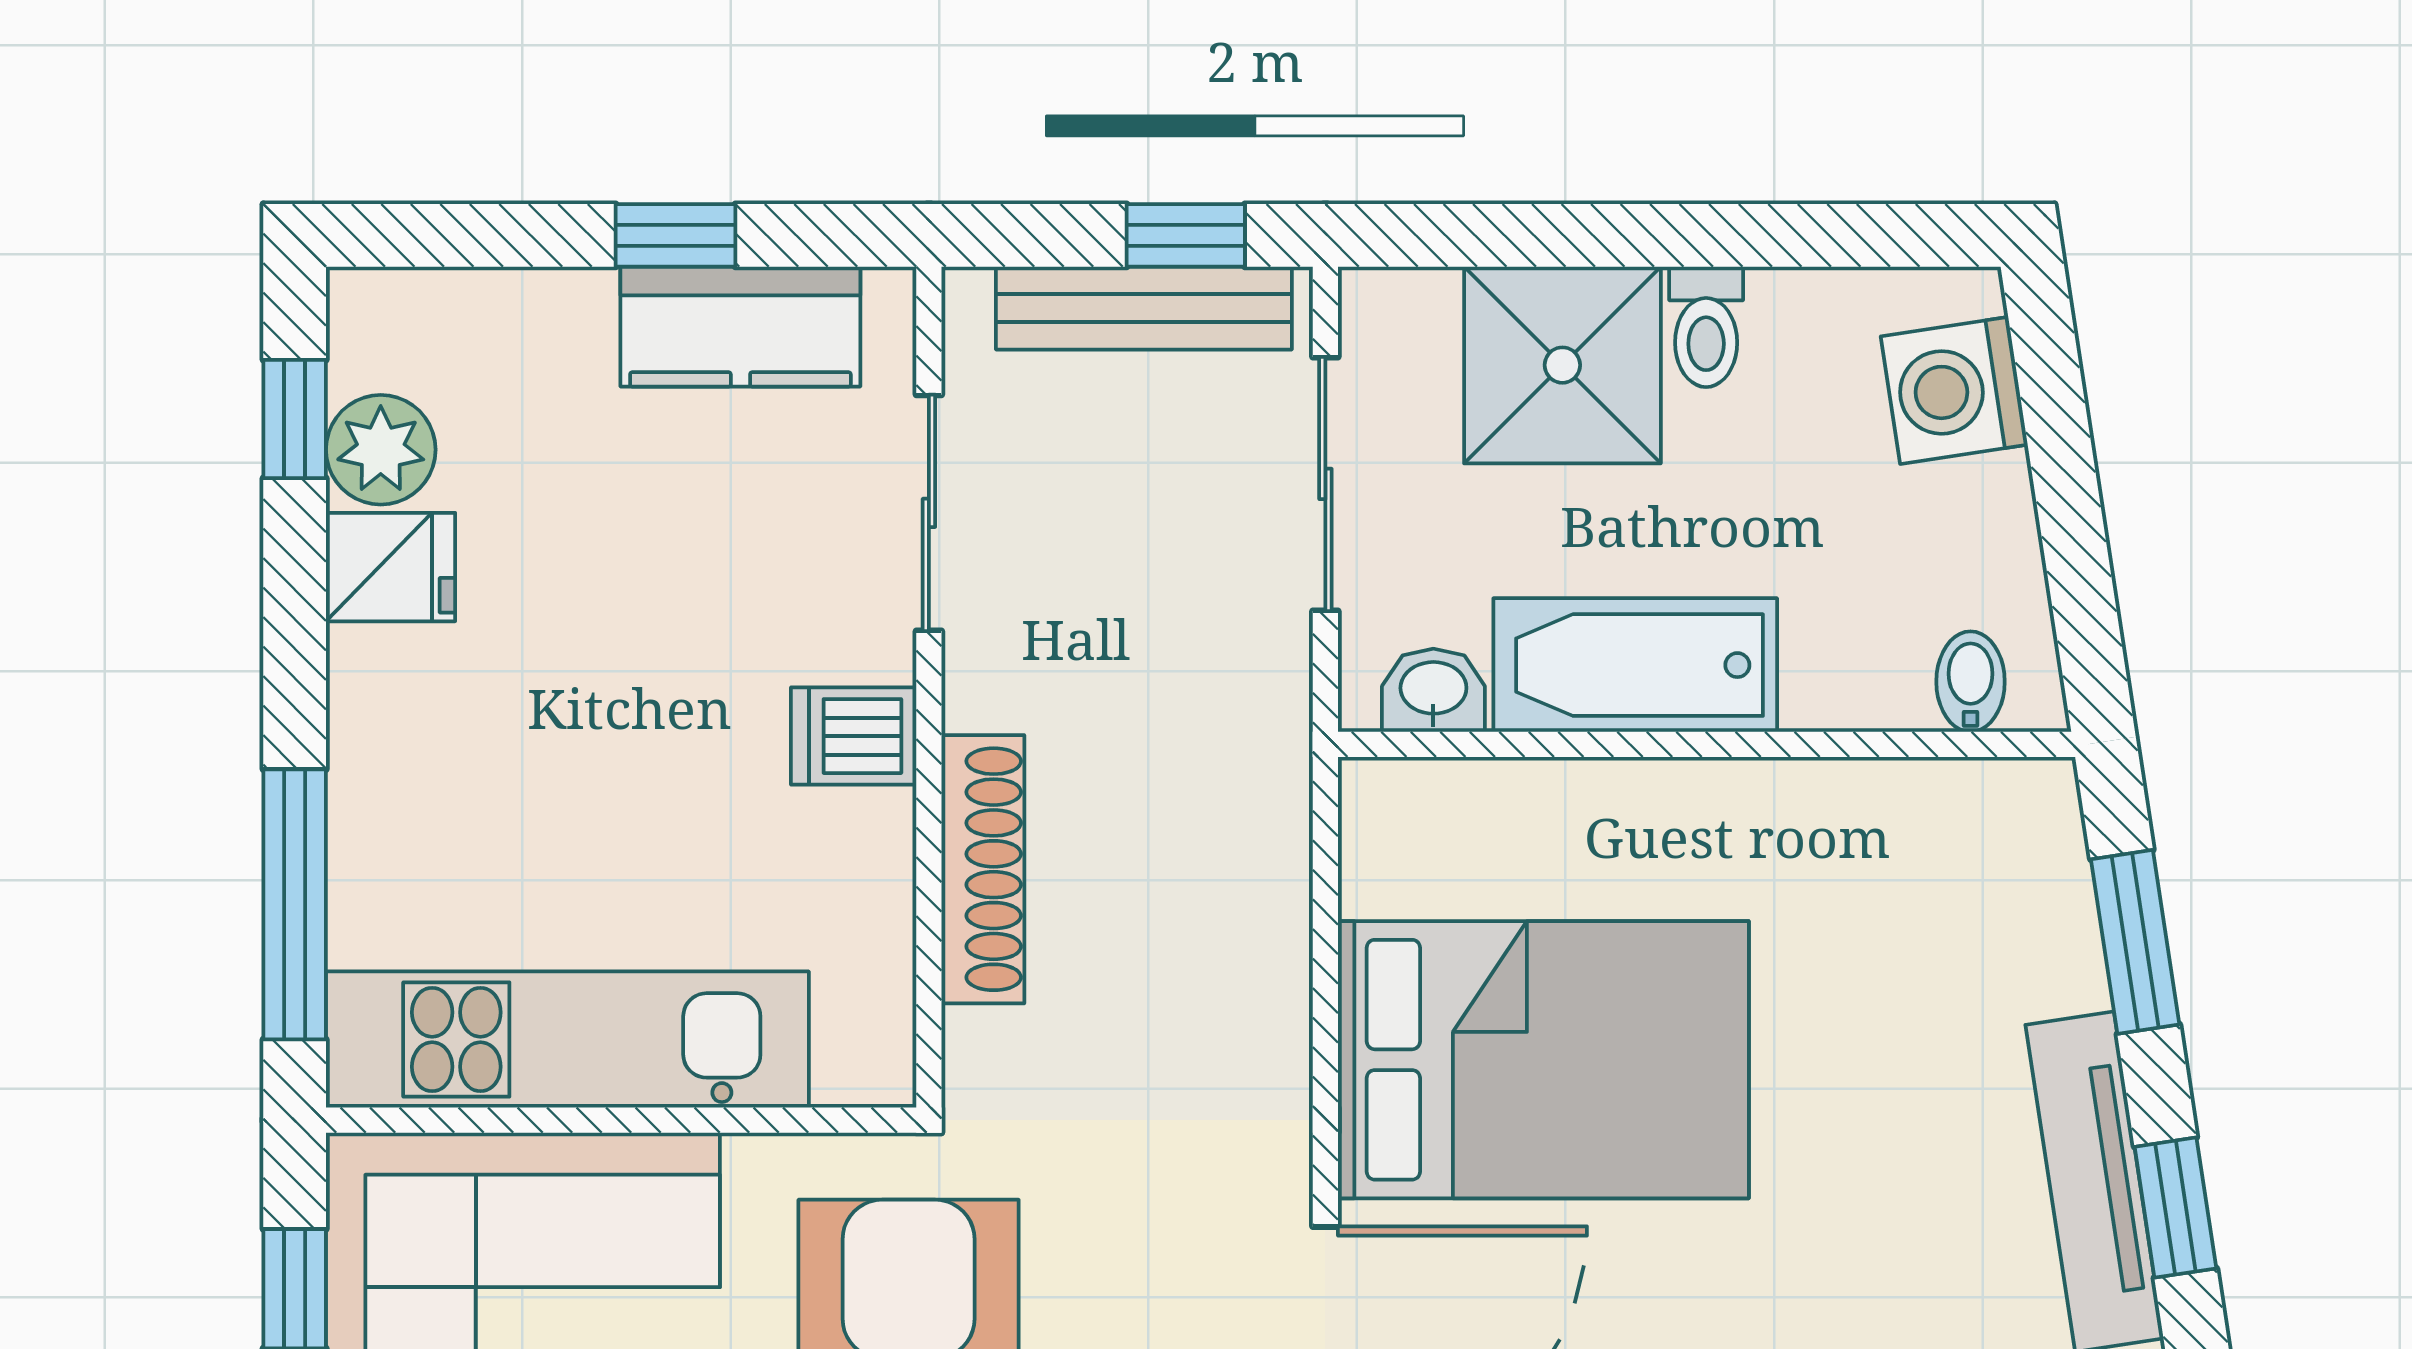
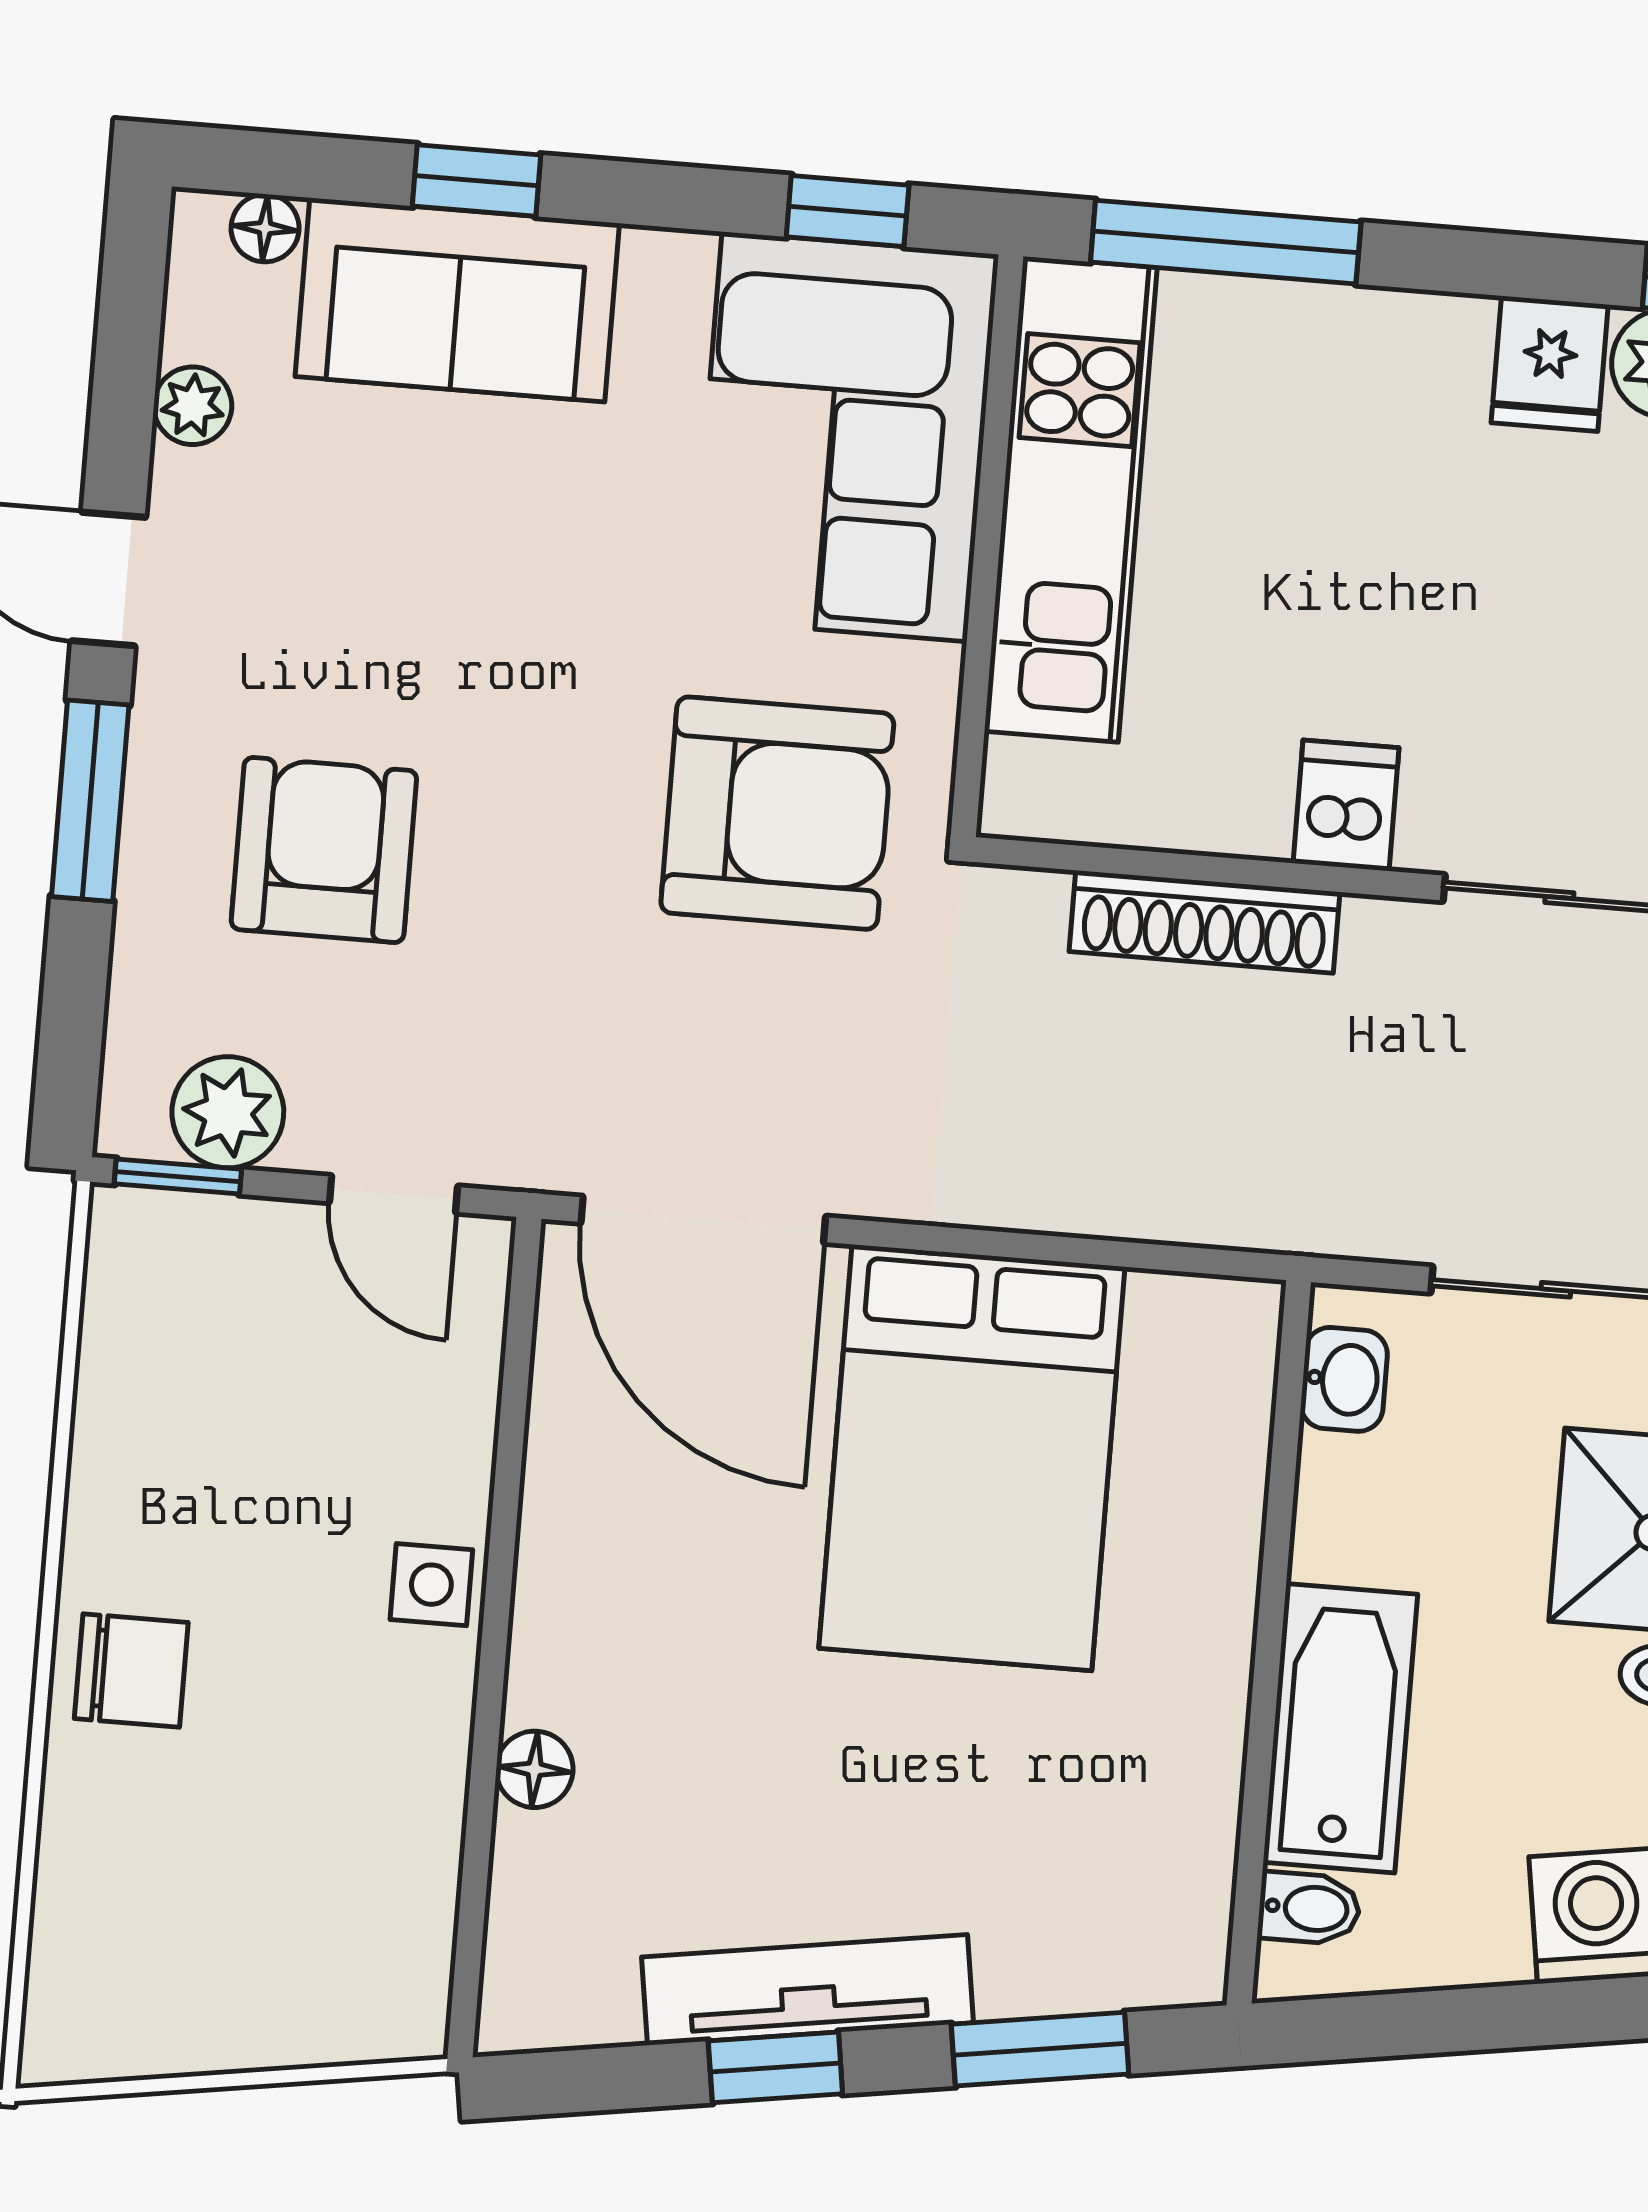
bathtub: (1635, 665) -> (1340, 1728), moved

